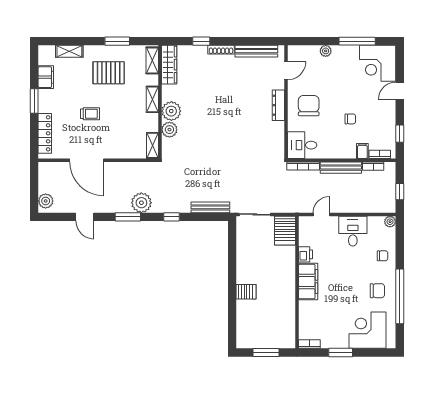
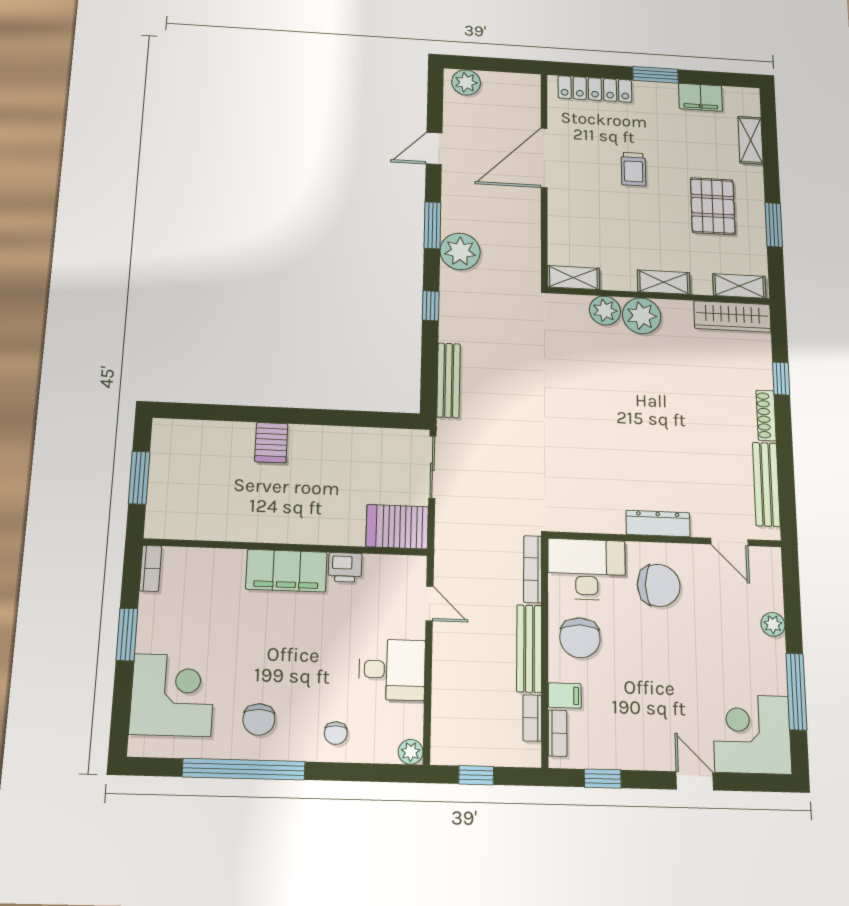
chair: (350, 119) -> (580, 638), moved, width x1.87, depth x1.87
desk: (302, 145) -> (587, 569), width x1.37

